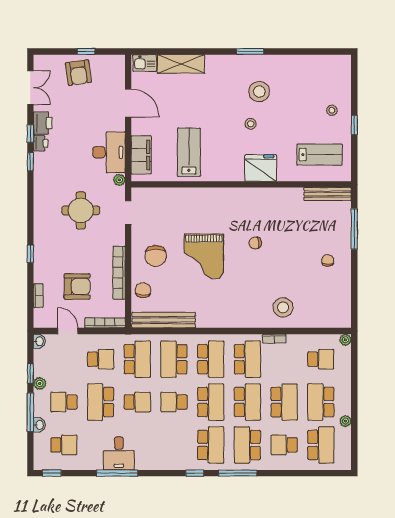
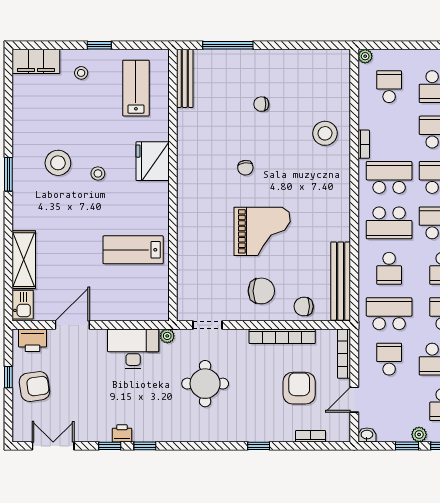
printer: (43, 123) -> (32, 340), moved, turned 180
filing cabinet: (141, 155) -> (36, 61), moved, turned 180
chair: (328, 260) -> (261, 104), moved
school desk: (174, 359) -> (389, 268), width x0.54
school desk: (211, 359) -> (389, 223), turned 180

